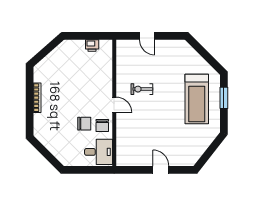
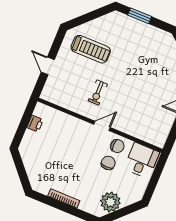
door: (147, 36) -> (48, 66), swing flipped
treadmill: (197, 99) -> (91, 49), moved, width x0.73, depth x0.73
plant: (51, 140) -> (110, 202), added

